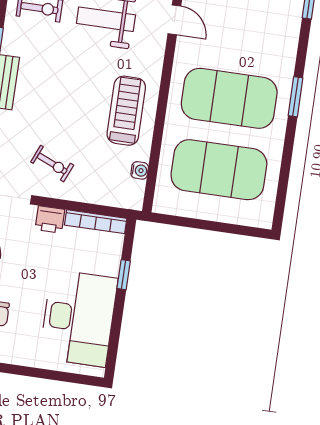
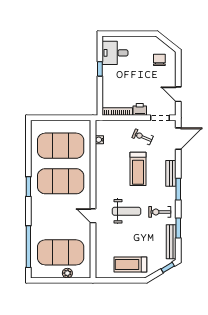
treadmill: (126, 111) -> (138, 169), moved
window: (124, 275) -> (100, 69), moved
desk: (79, 318) -> (115, 53), width x0.53, depth x0.77

